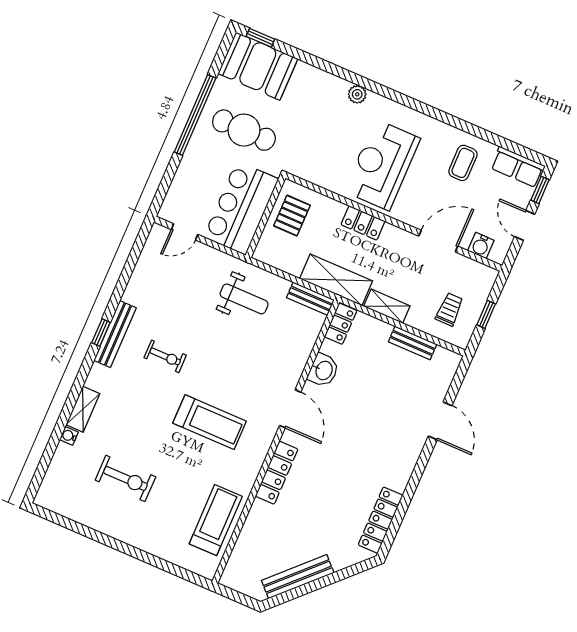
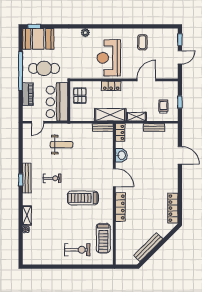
row of seats: (518, 167) -> (166, 34), removed
piano: (189, 168) -> (28, 94), added
door: (525, 225) -> (180, 57), swing flipped
water cooler: (481, 246) -> (165, 74), removed
weight bench: (244, 299) -> (62, 145), moved
treadmill: (210, 422) -> (83, 198), turned 180
exercise bike: (125, 478) -> (77, 250), moved
treadmill: (216, 520) -> (103, 238), turned 180

